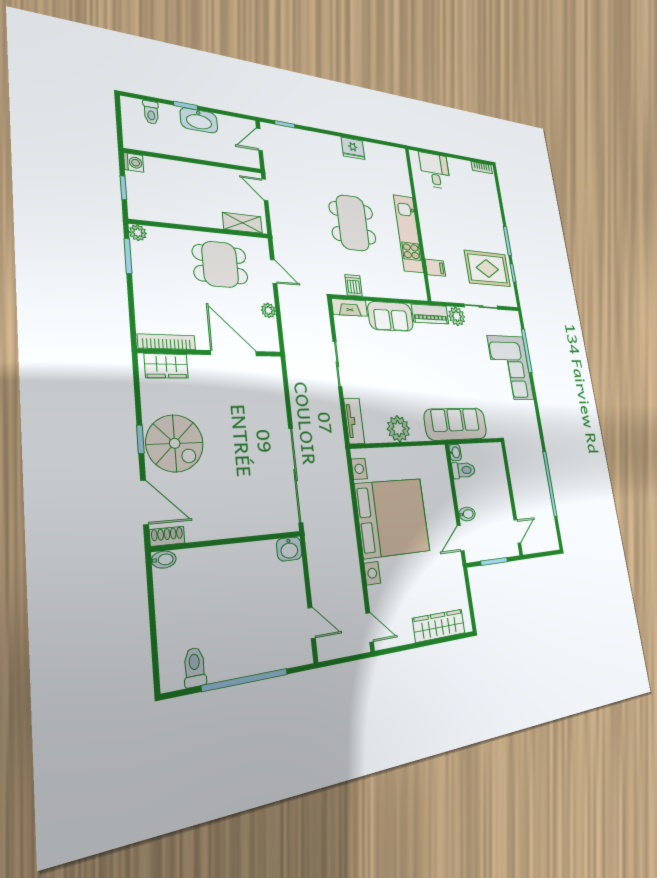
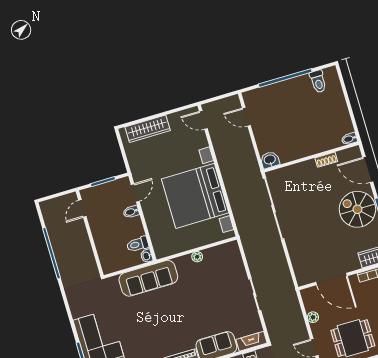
tv unit: (354, 421) -> (235, 257), removed
plant: (398, 429) -> (197, 257), width x0.53, depth x0.53
shoe rack: (167, 536) -> (326, 160), moved

